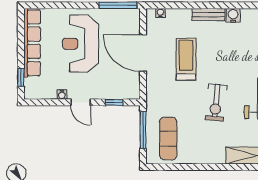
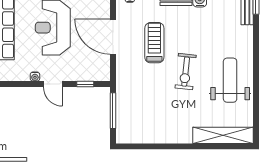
exercise bike: (216, 102) -> (186, 72), moved
exercise mat: (168, 138) -> (137, 119), removed

